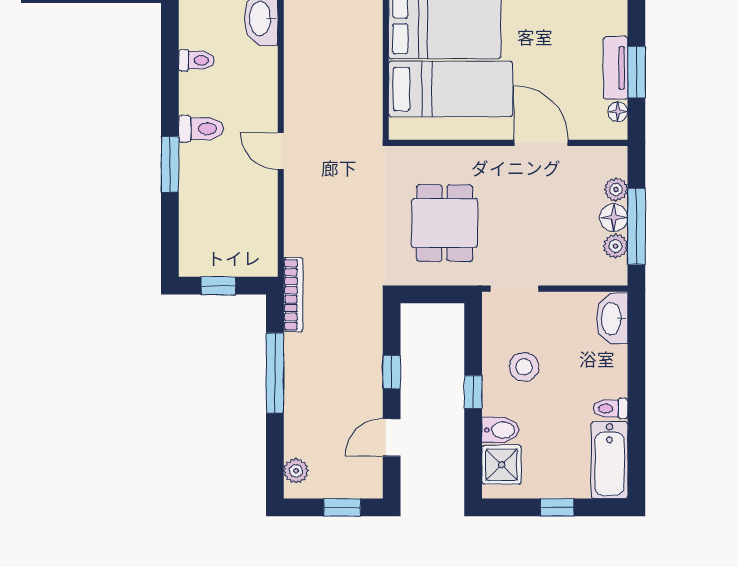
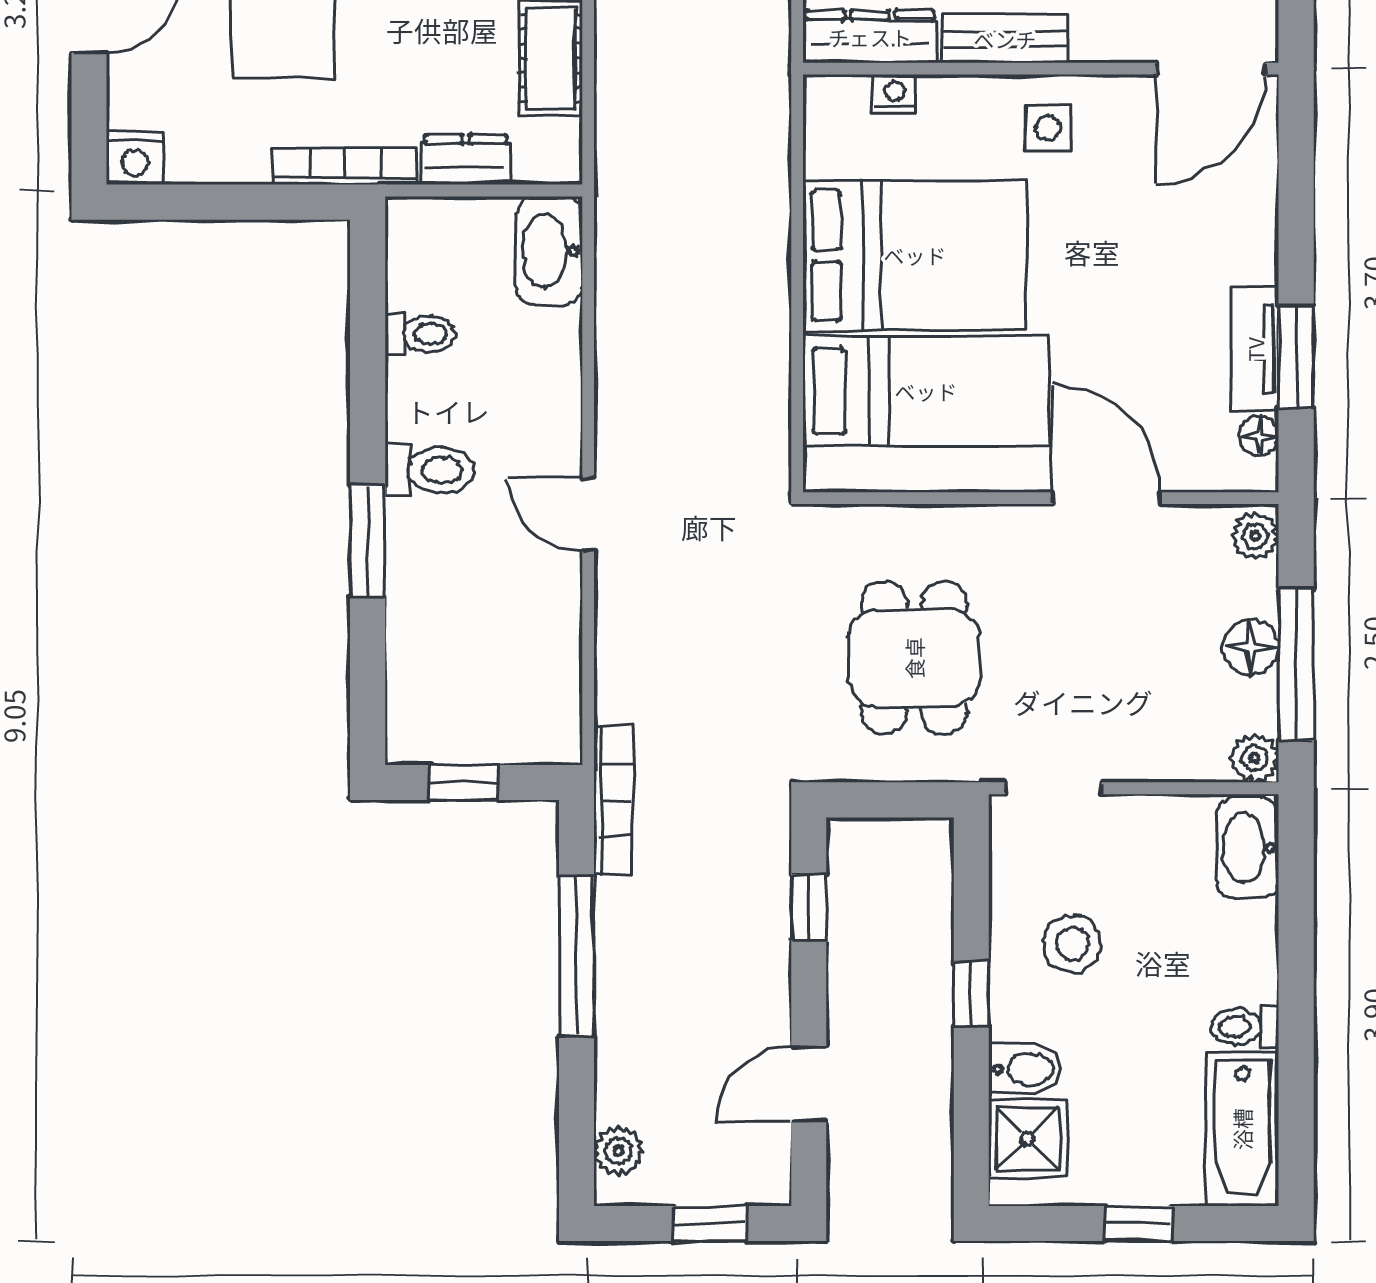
plant: (616, 189) -> (1255, 536), moved
plant: (616, 246) -> (1255, 758), moved
window: (392, 372) -> (809, 907), moved

